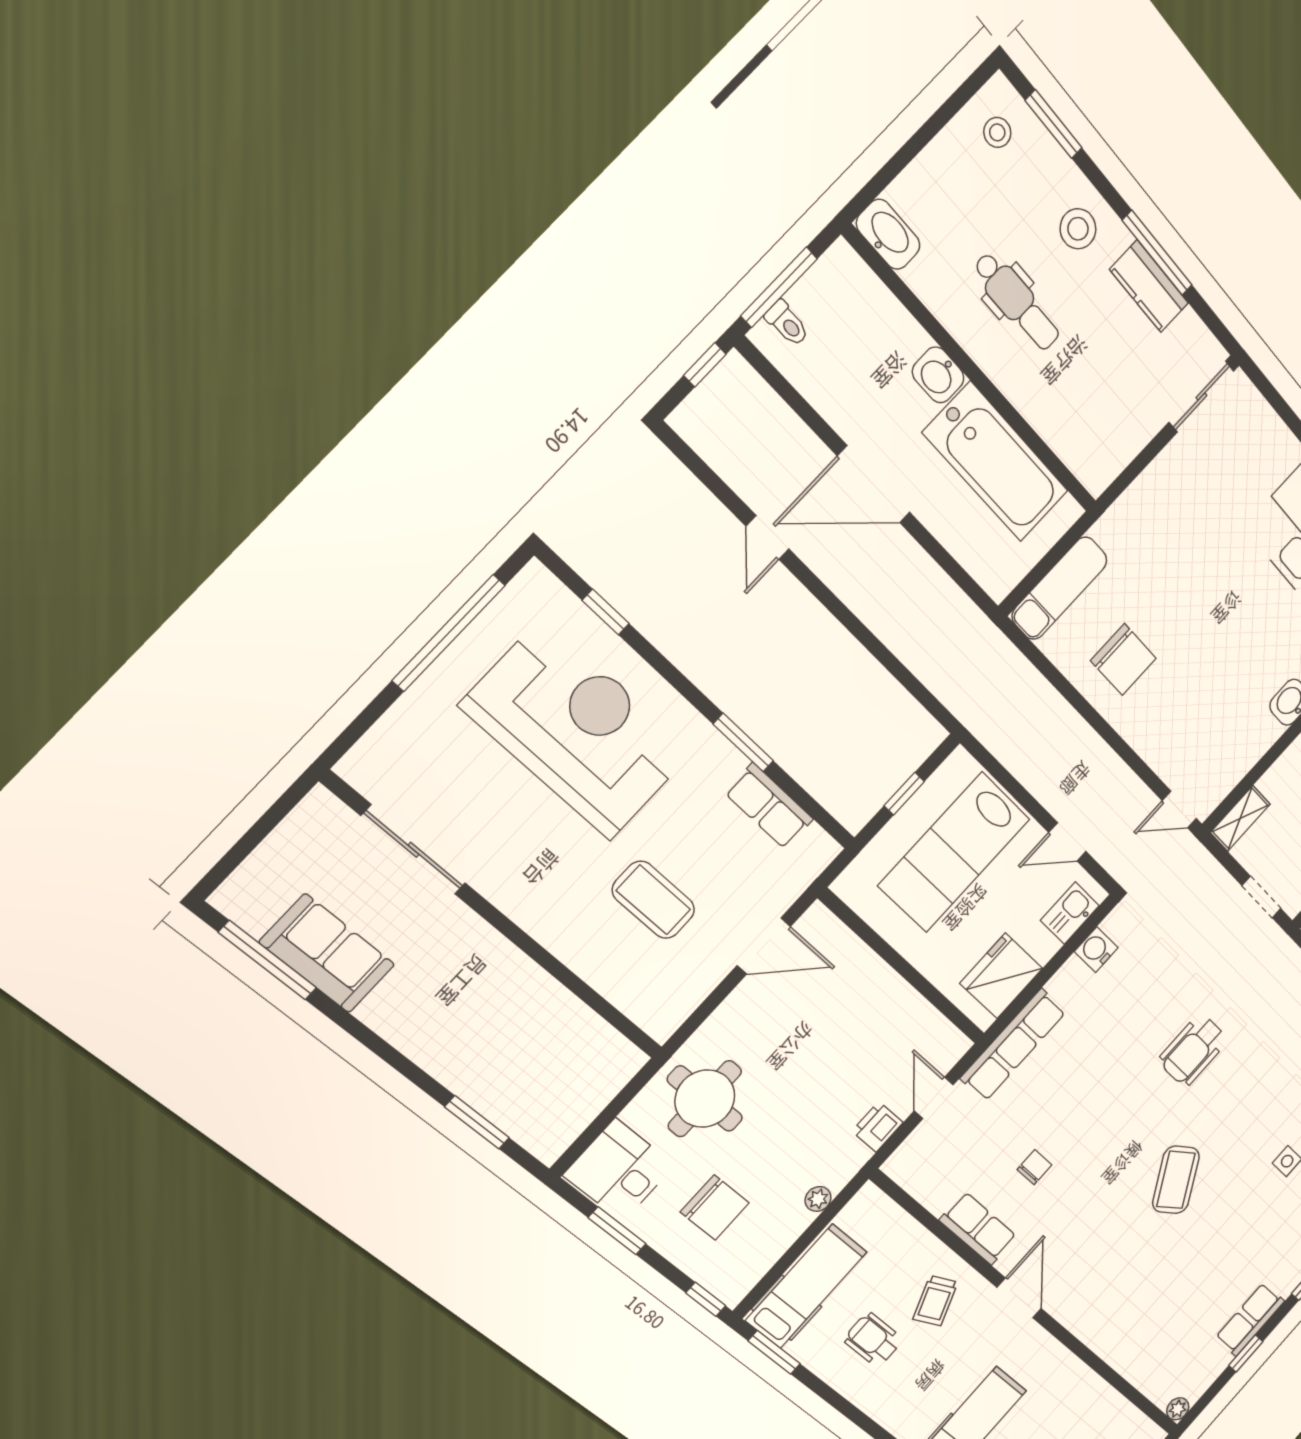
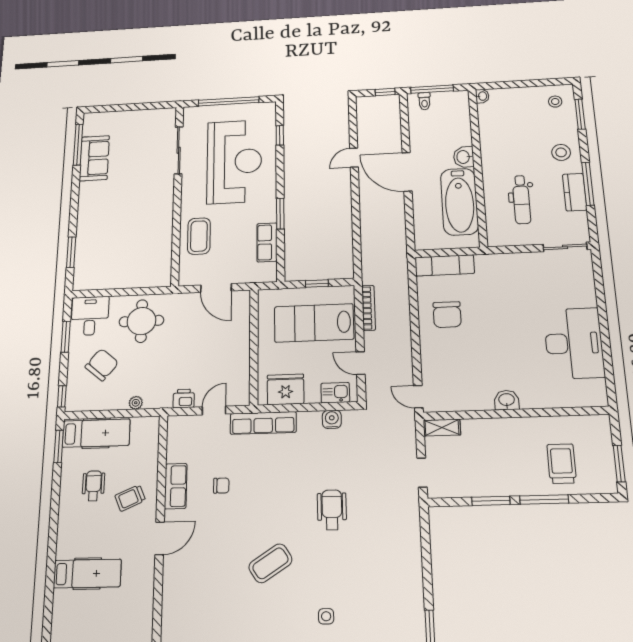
washbasin: (888, 234) -> (482, 96), width x0.52, depth x0.69
dental chair: (1017, 301) -> (521, 200), moved
bookcase: (1009, 756) -> (369, 308), added
sliding door: (414, 850) -> (179, 150), moved
wall: (498, 920) -> (177, 194), moved
wheelchair: (1193, 1050) -> (332, 510), turned 90
chair: (715, 1207) -> (102, 365), turned -140

